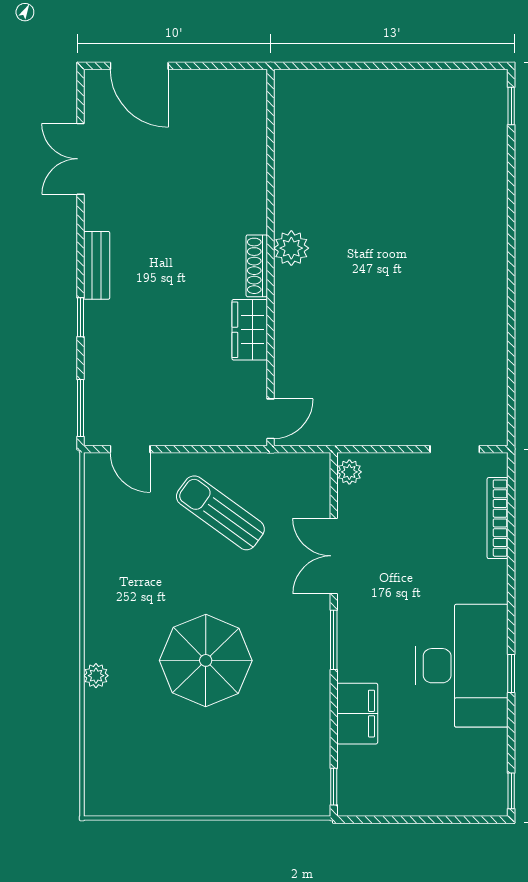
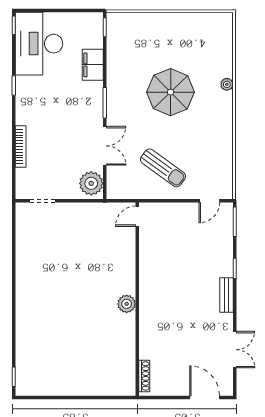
shoe rack: (257, 266) -> (144, 376), moved
wardrobe: (250, 330) -> (148, 262), removed
door: (130, 449) -> (209, 201), swing flipped
plant: (349, 472) -> (91, 183), width x1.87, depth x1.87
bookcase: (498, 518) -> (21, 146), moved
desk: (462, 666) -> (39, 44), moved

